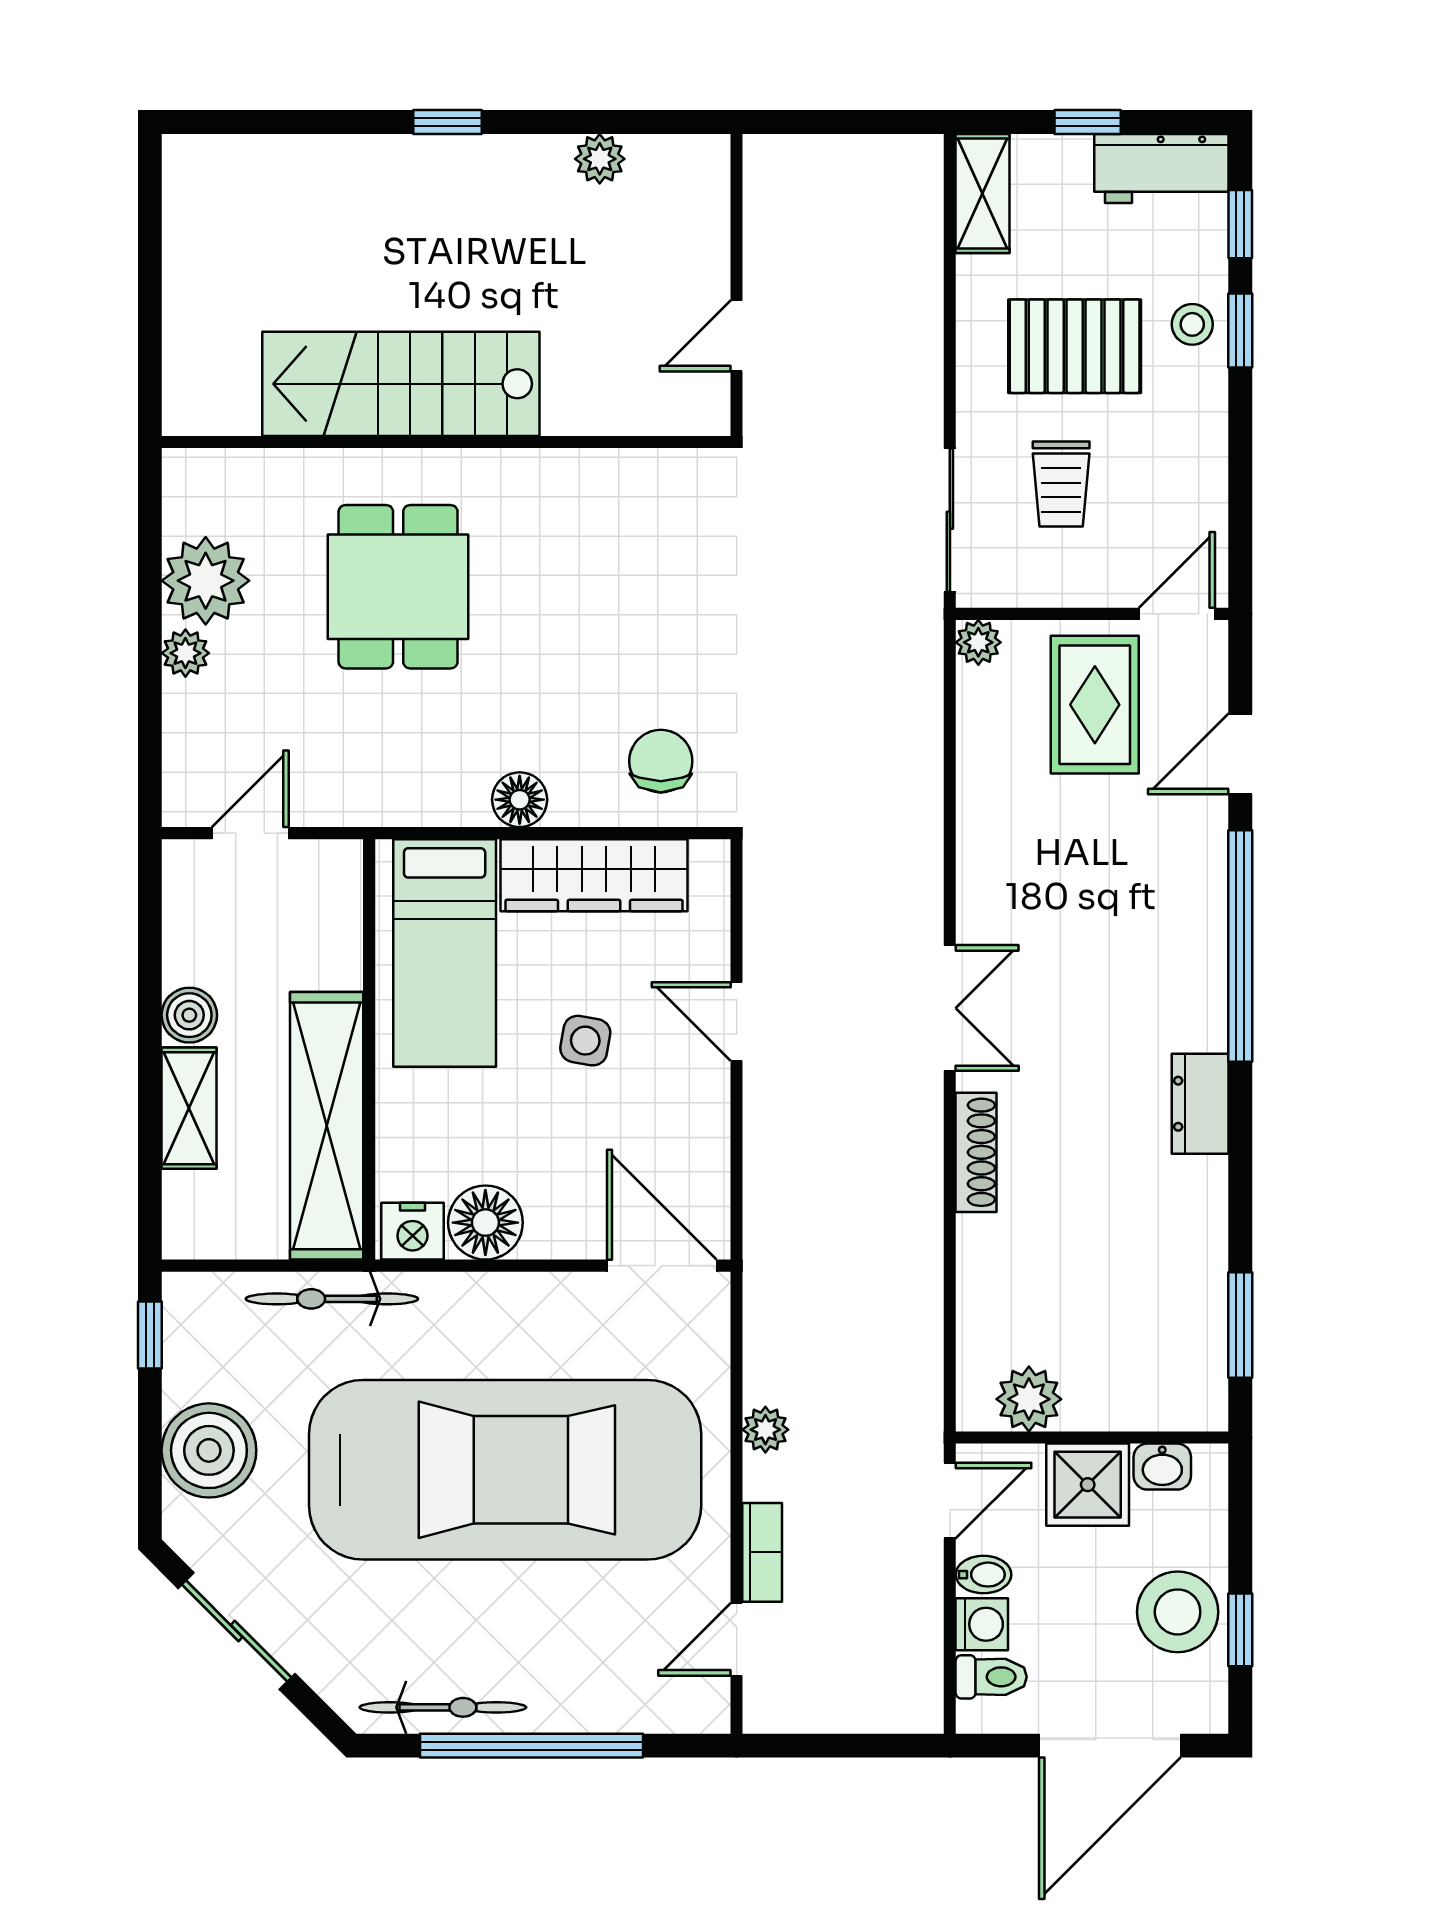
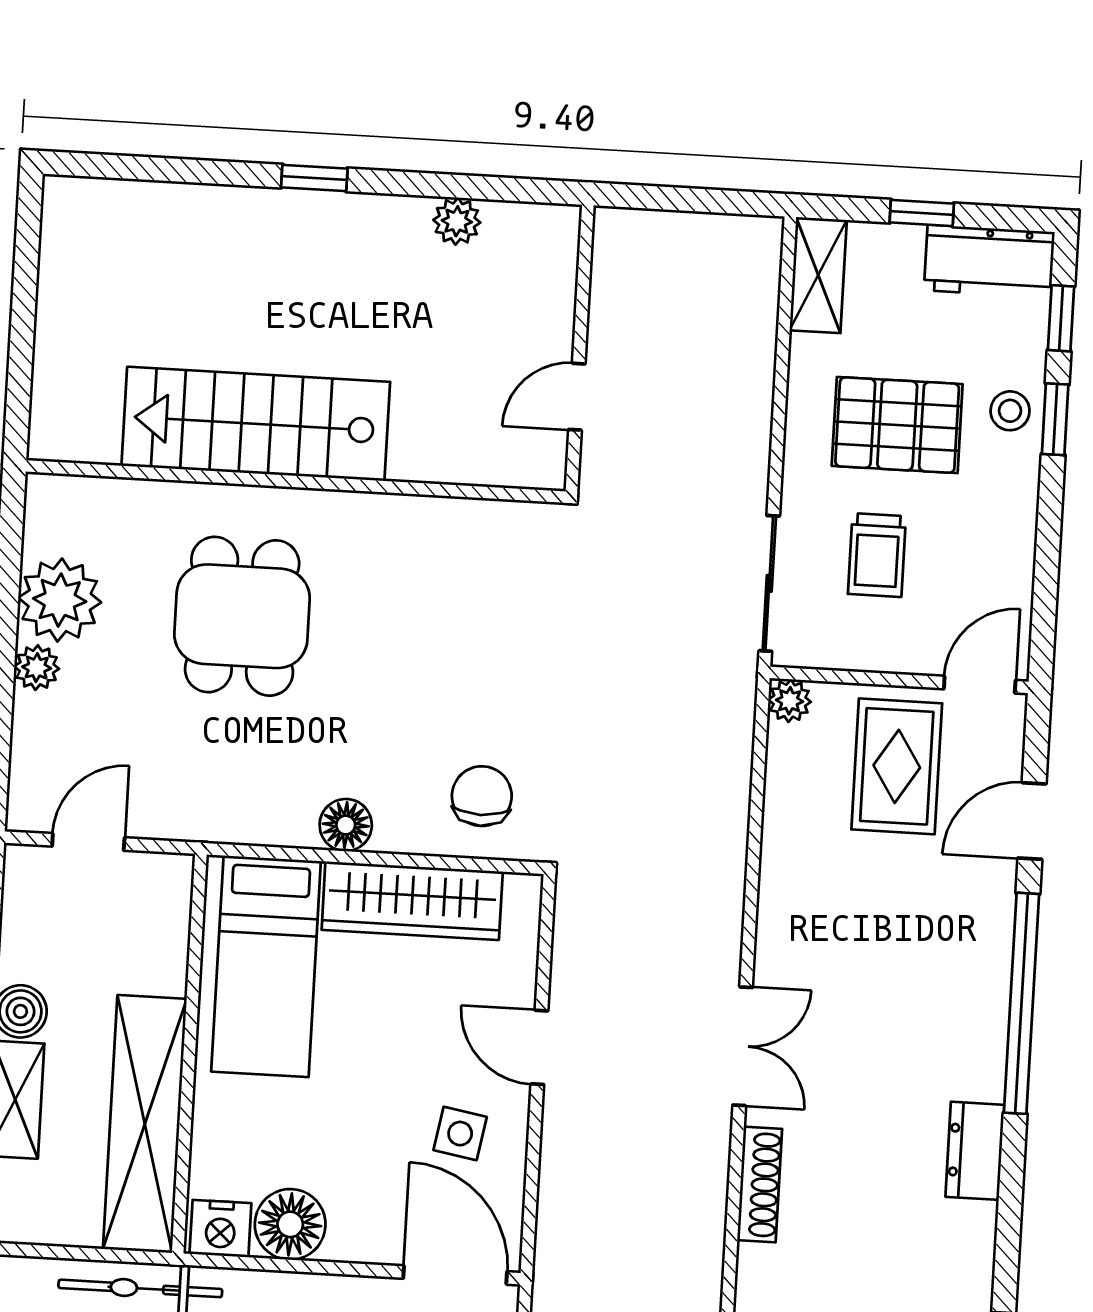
side table: (585, 1041) -> (460, 1134), moved

